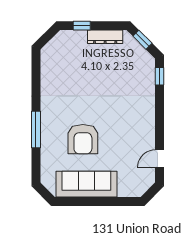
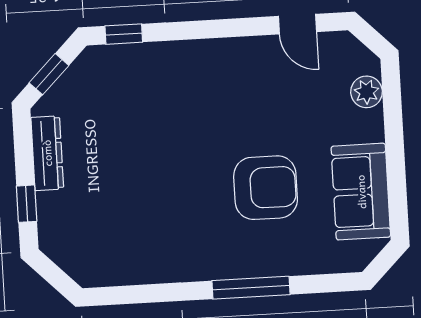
sofa: (86, 184) -> (361, 192), width x0.73
plant: (125, 190) -> (366, 92), added

